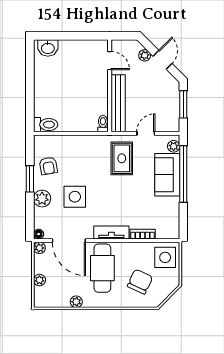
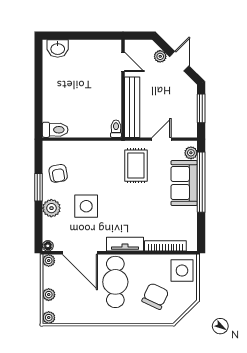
bookcase: (143, 234) -> (165, 246), width x1.56
plant: (76, 302) -> (49, 318), moved

